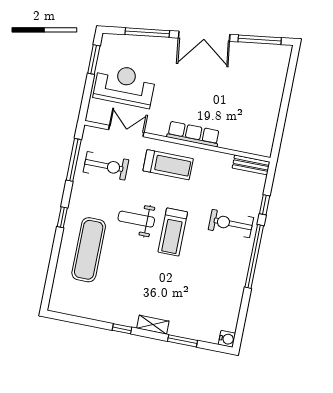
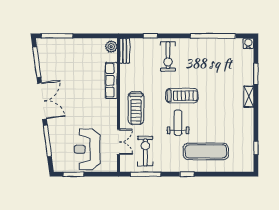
window: (290, 75) -> (57, 36), added
double door: (126, 131) -> (118, 142), swing flipped
row of seats: (193, 134) -> (111, 80), moved
plant: (261, 148) -> (111, 47), added
treadmill: (168, 165) -> (136, 108), turned 180
weight bench: (136, 219) -> (178, 123), turned 180
window: (254, 256) -> (213, 36), moved
window: (122, 329) -> (256, 148), moved

